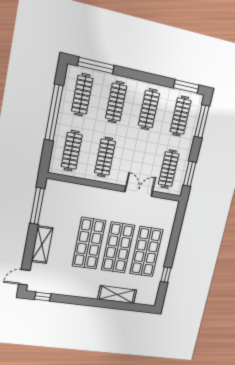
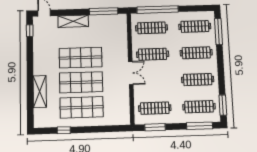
window: (54, 113) -> (158, 10), moved
double door: (139, 191) -> (131, 73), moved

